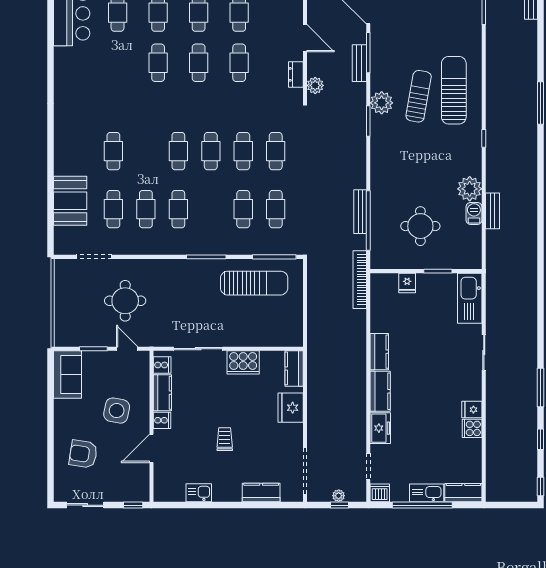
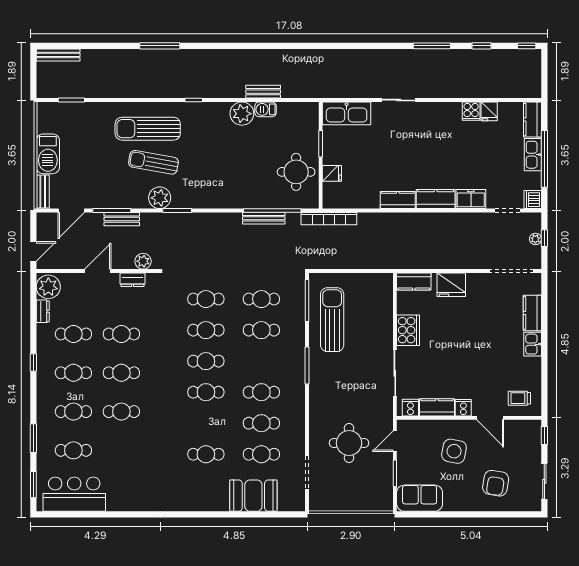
round table: (420, 226) -> (296, 172), moved
fridge: (472, 410) -> (489, 111), moved
trolley: (225, 439) -> (519, 398), moved
kitchen sink: (199, 493) -> (533, 344), moved

